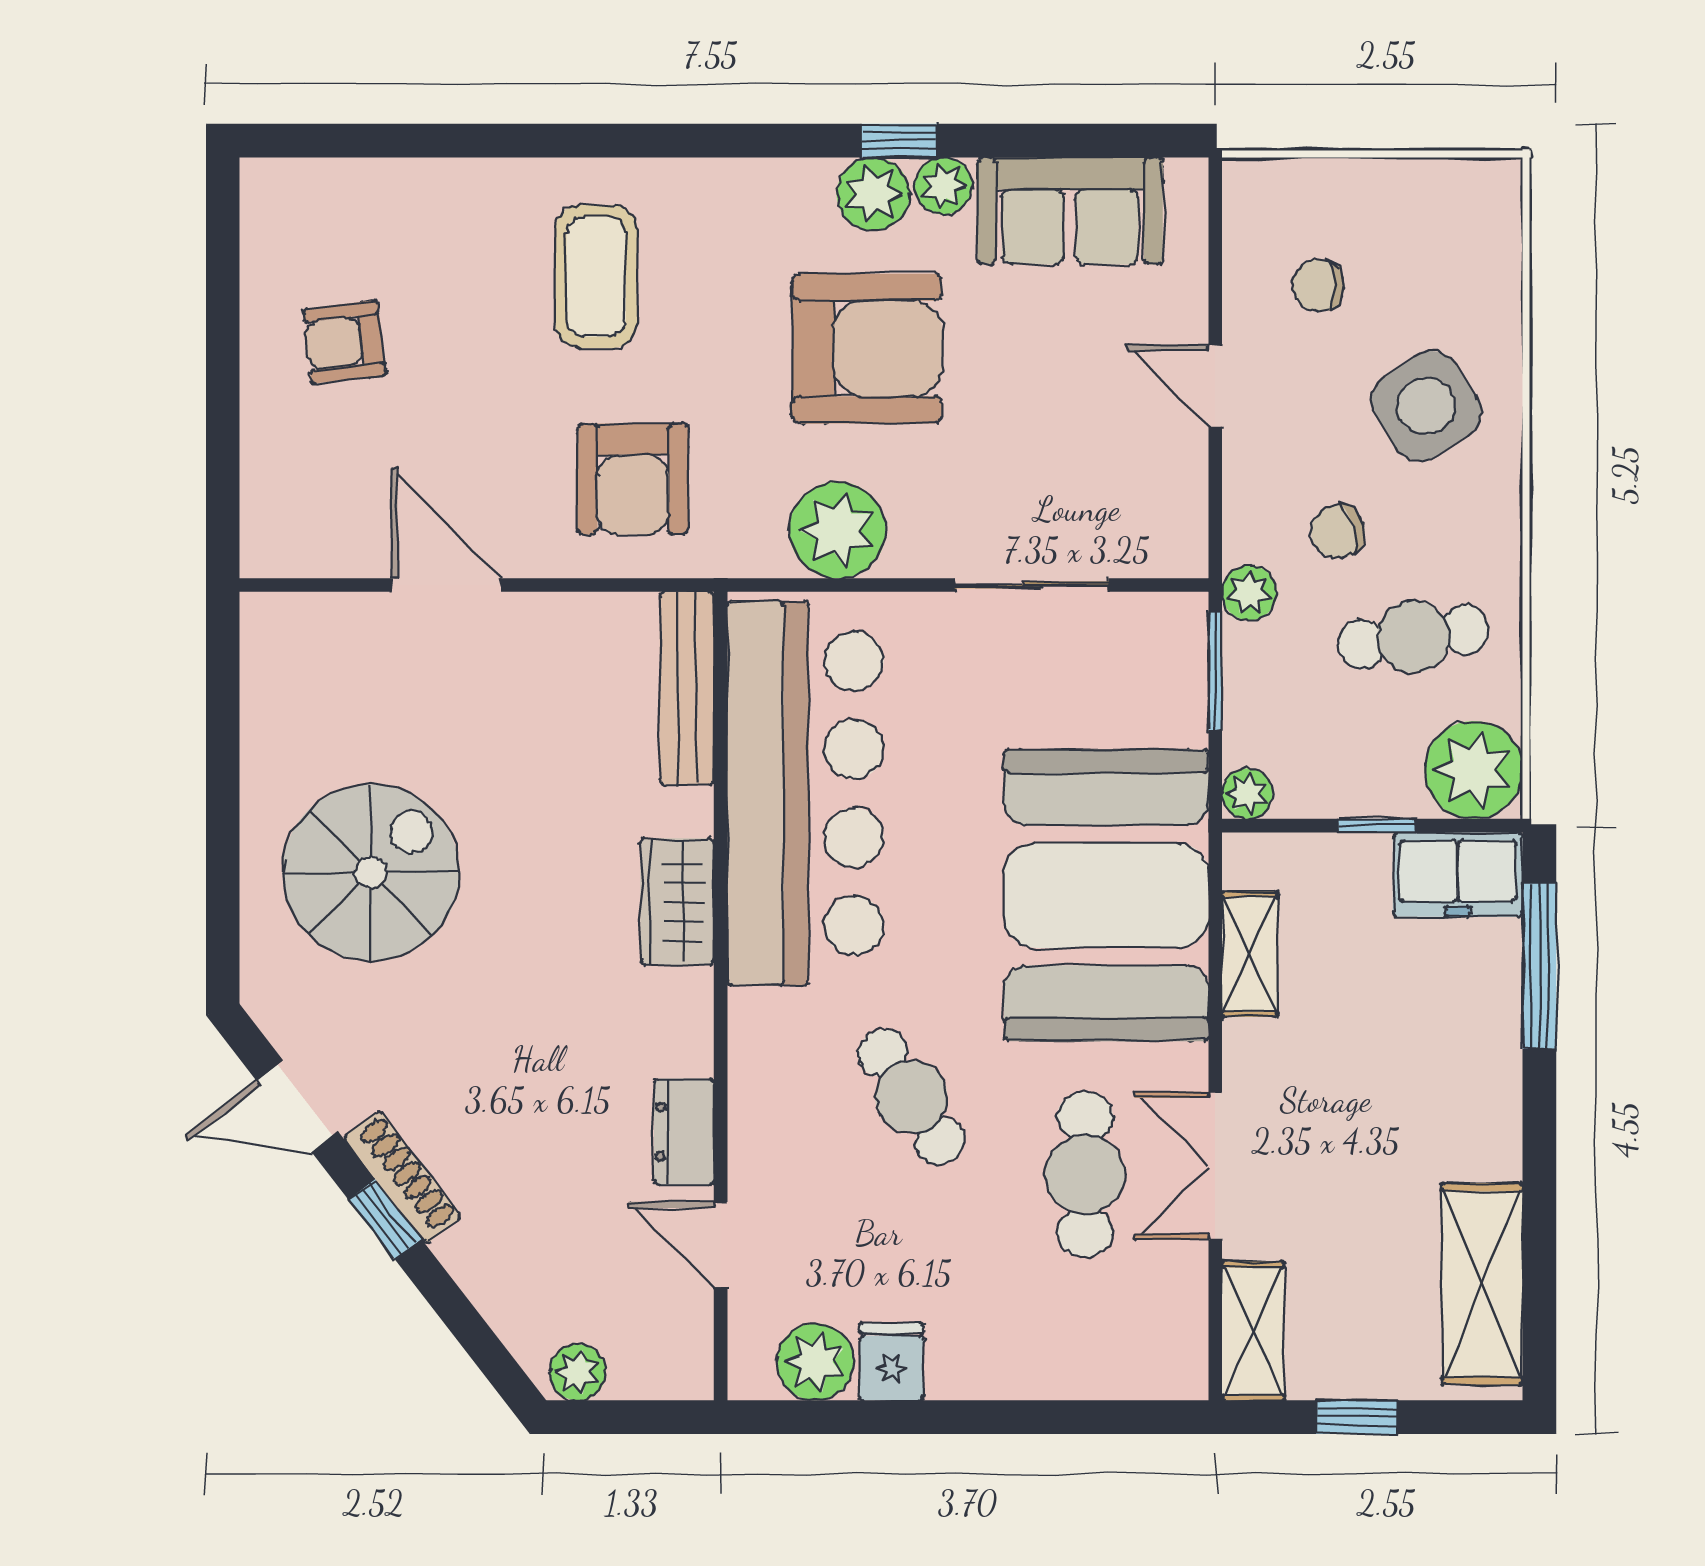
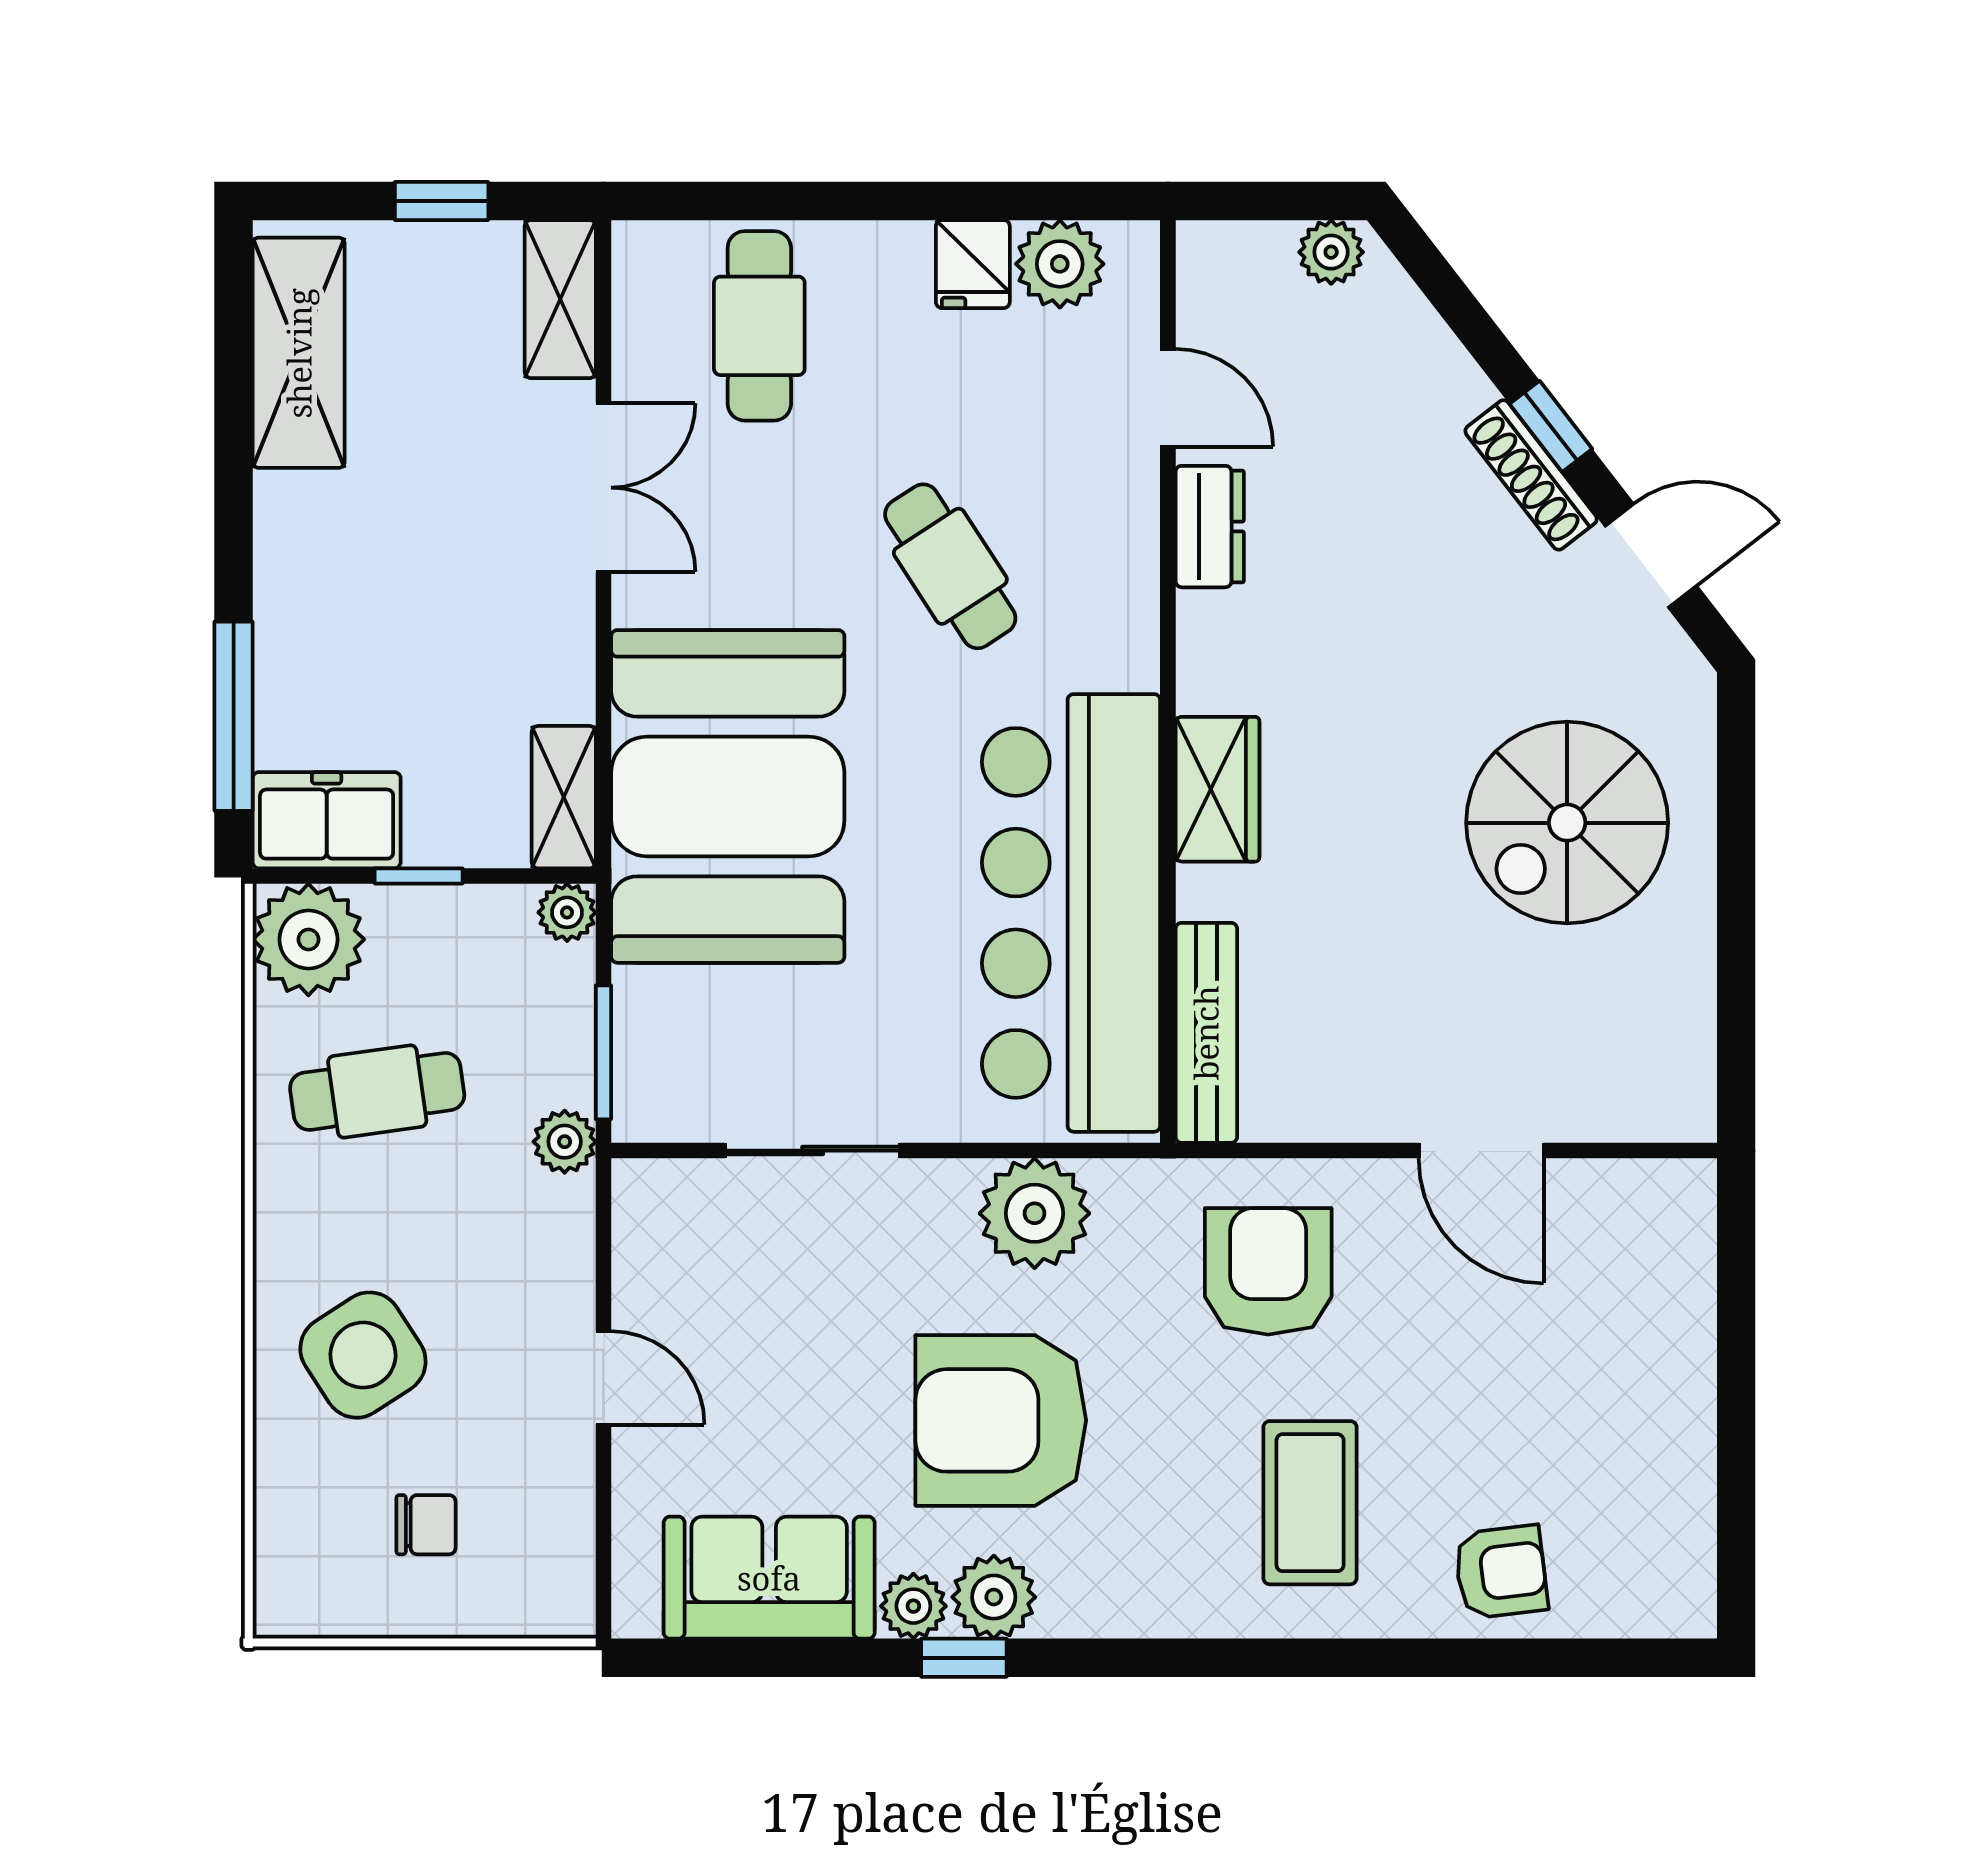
chair: (1318, 285) -> (426, 1525), moved
armchair: (344, 342) -> (1501, 1572), moved
chair: (1338, 532) -> (463, 1212), removed
shelving: (1250, 954) -> (564, 797), moved
cafe table: (1085, 1174) -> (759, 326), moved

